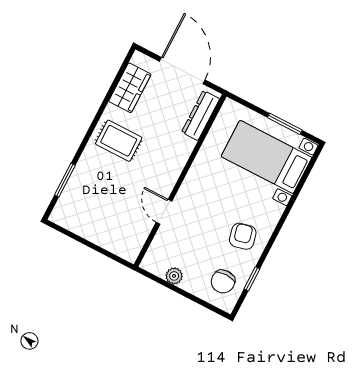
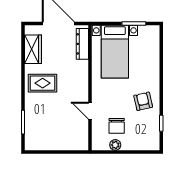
bed with nightstands: (266, 157) -> (115, 52), moved, turned -90
chair: (223, 281) -> (117, 126), moved

